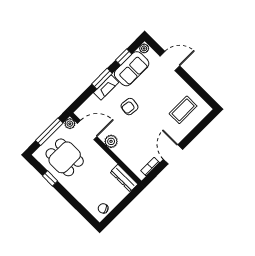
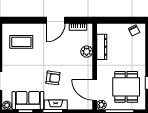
plant: (111, 141) -> (87, 52), moved
dresser: (124, 178) -> (102, 47), moved

